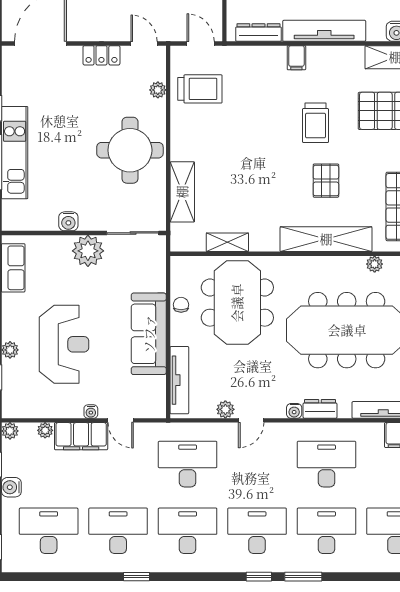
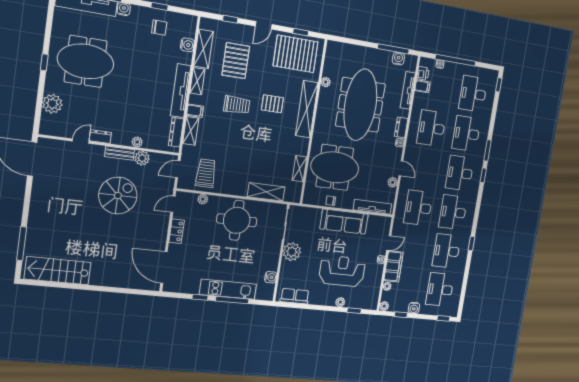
shelving: (264, 55) -> (191, 131), added
shelving: (343, 55) -> (197, 81), added
water cooler: (68, 221) -> (271, 277), moved

